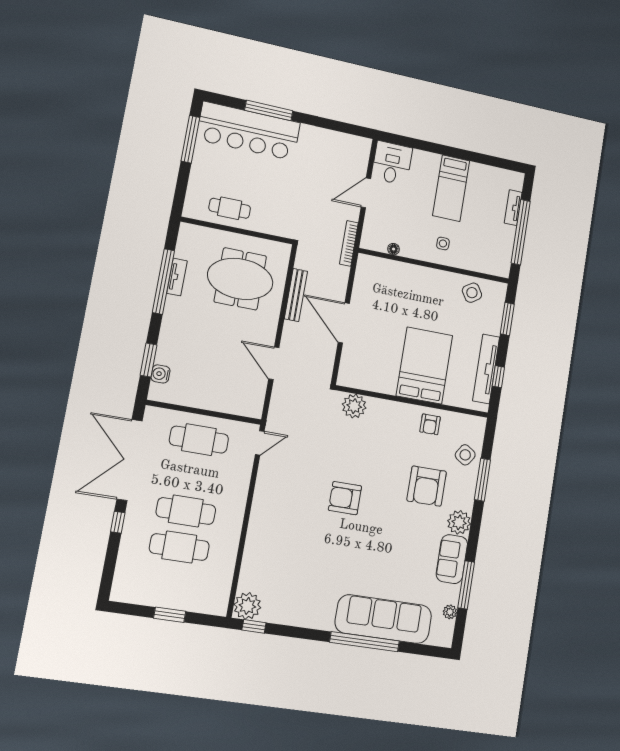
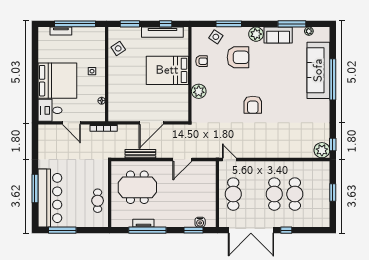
bed: (451, 188) -> (57, 81), width x2.04
meeting table: (240, 279) -> (137, 187), turned 90
plant: (354, 406) -> (199, 91), moved

